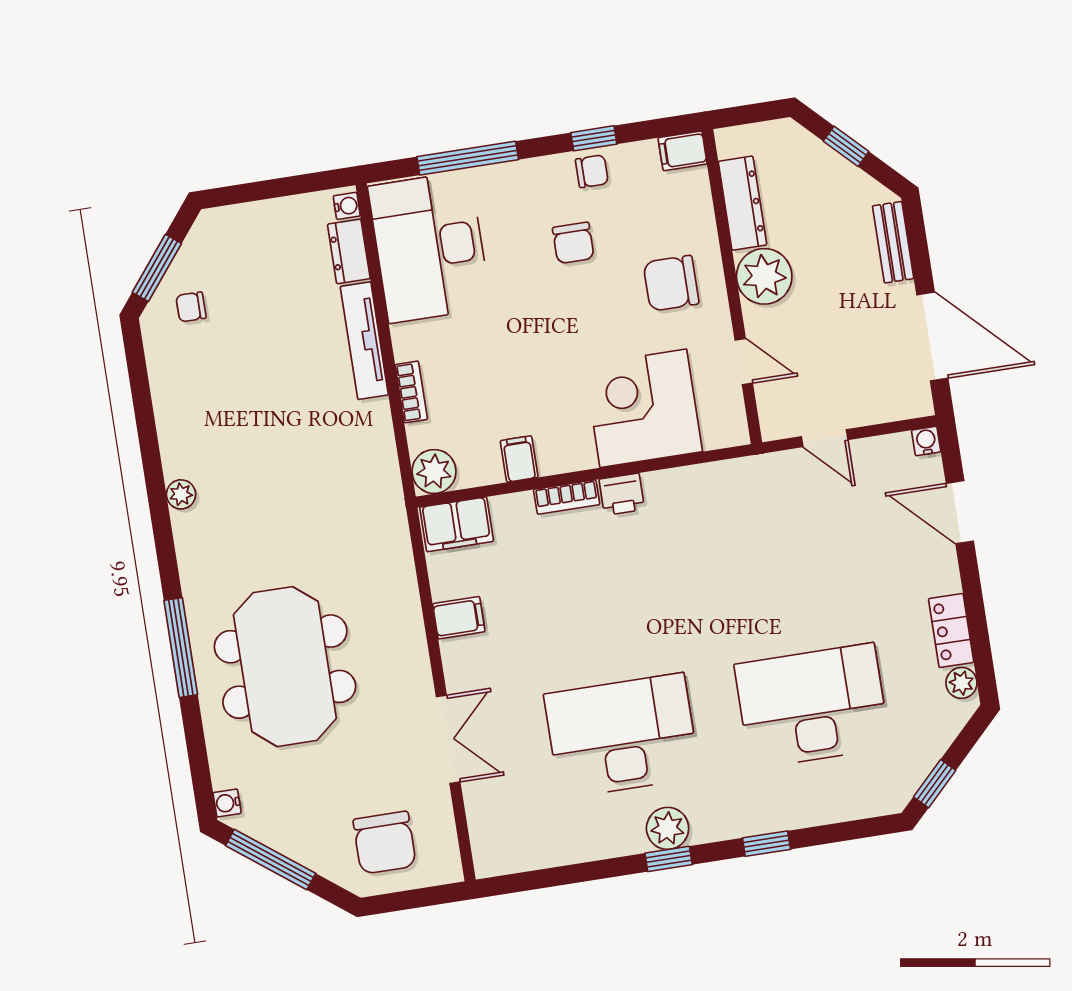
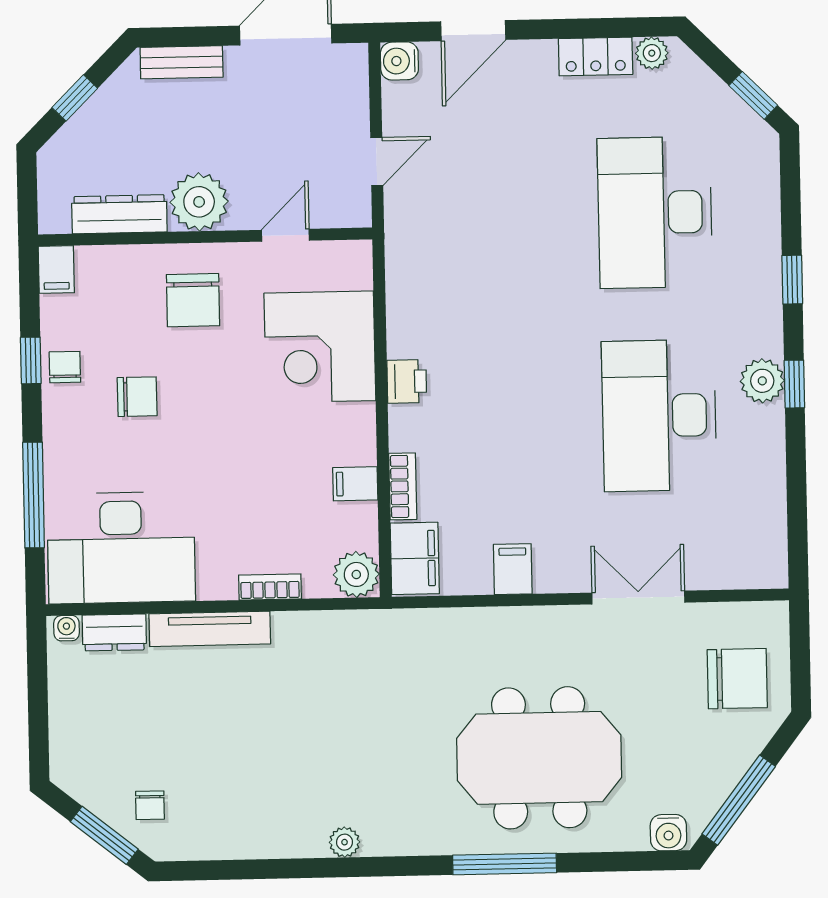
water cooler: (926, 441) -> (399, 61), width x1.38, depth x1.38
bookcase: (567, 497) -> (403, 486), moved
water cooler: (227, 803) -> (668, 833), width x1.38, depth x1.38

